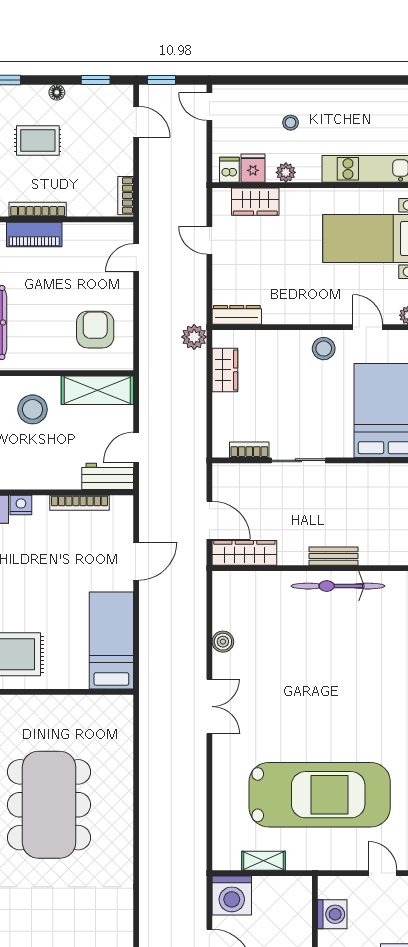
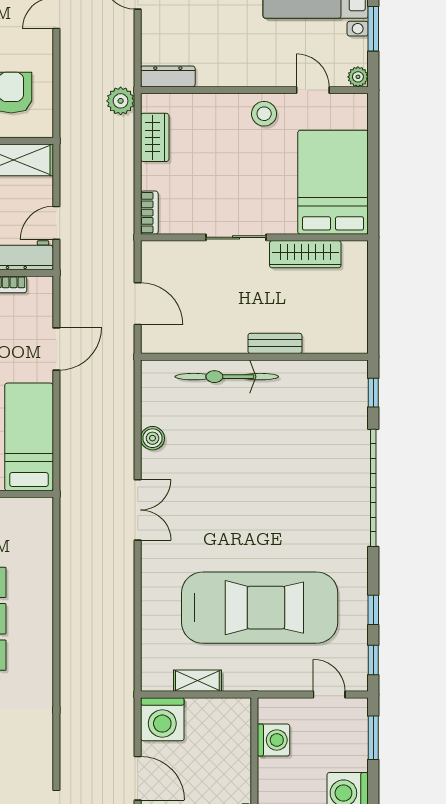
bookcase: (249, 450) -> (149, 213), moved, turned 90
wardrobe: (244, 553) -> (305, 254), moved, turned 180
bicycle: (338, 586) -> (227, 377), moved

